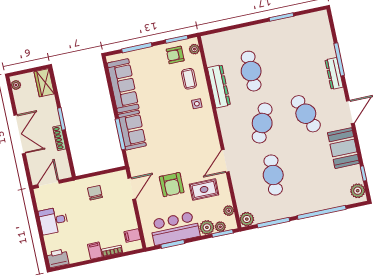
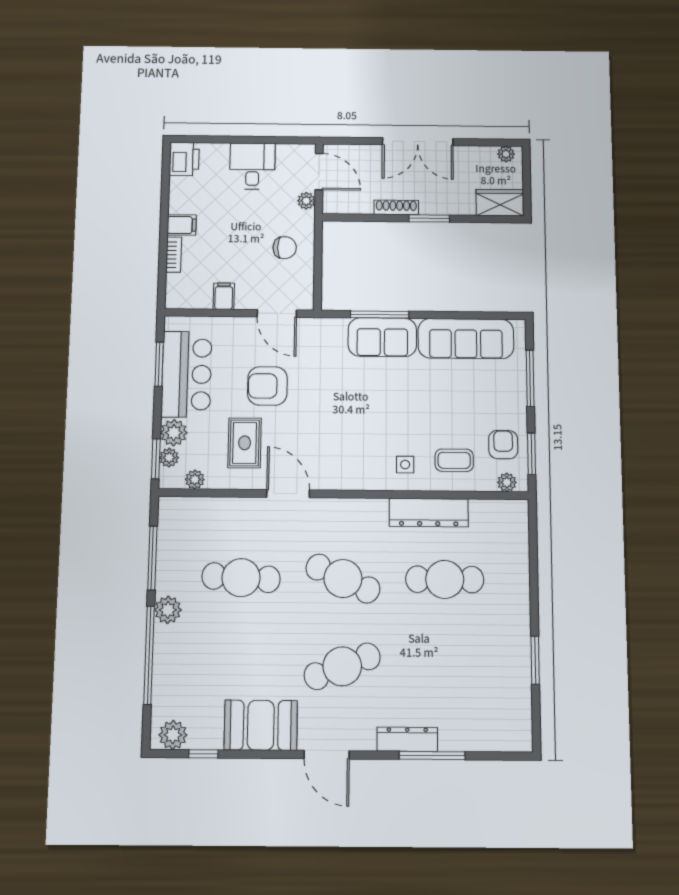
plant: (66, 187) -> (306, 201), added
plant: (247, 219) -> (168, 610), moved
filing cabinet: (132, 236) -> (224, 296), moved

